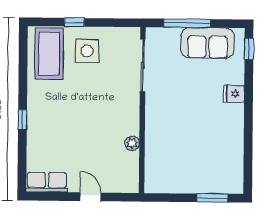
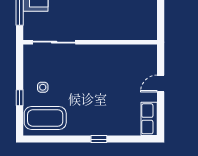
side table: (87, 51) -> (43, 87), width x0.54, depth x0.54
plant: (132, 143) -> (117, 50), removed

